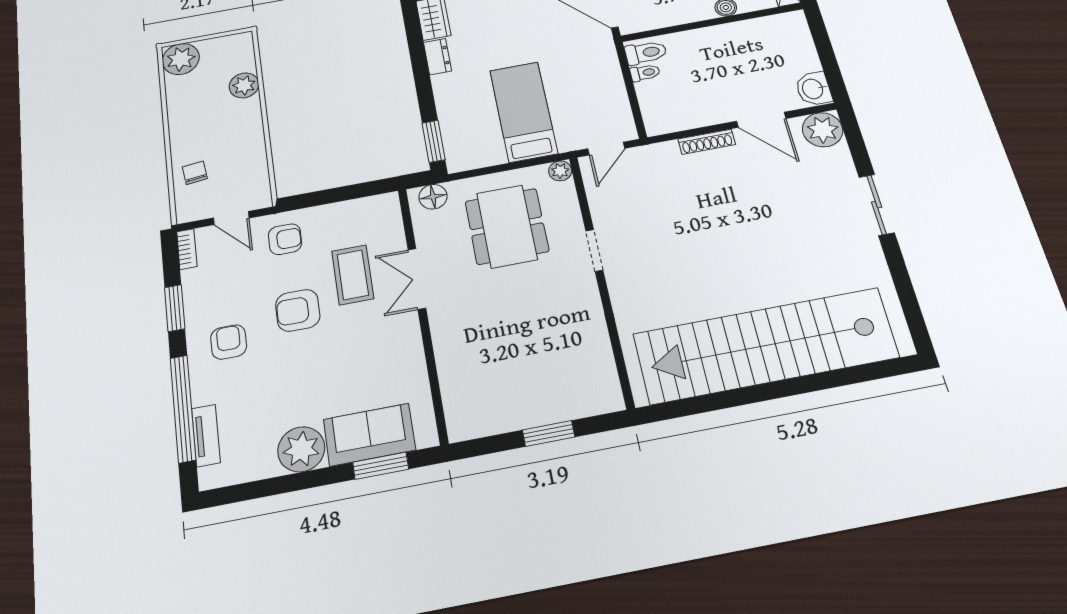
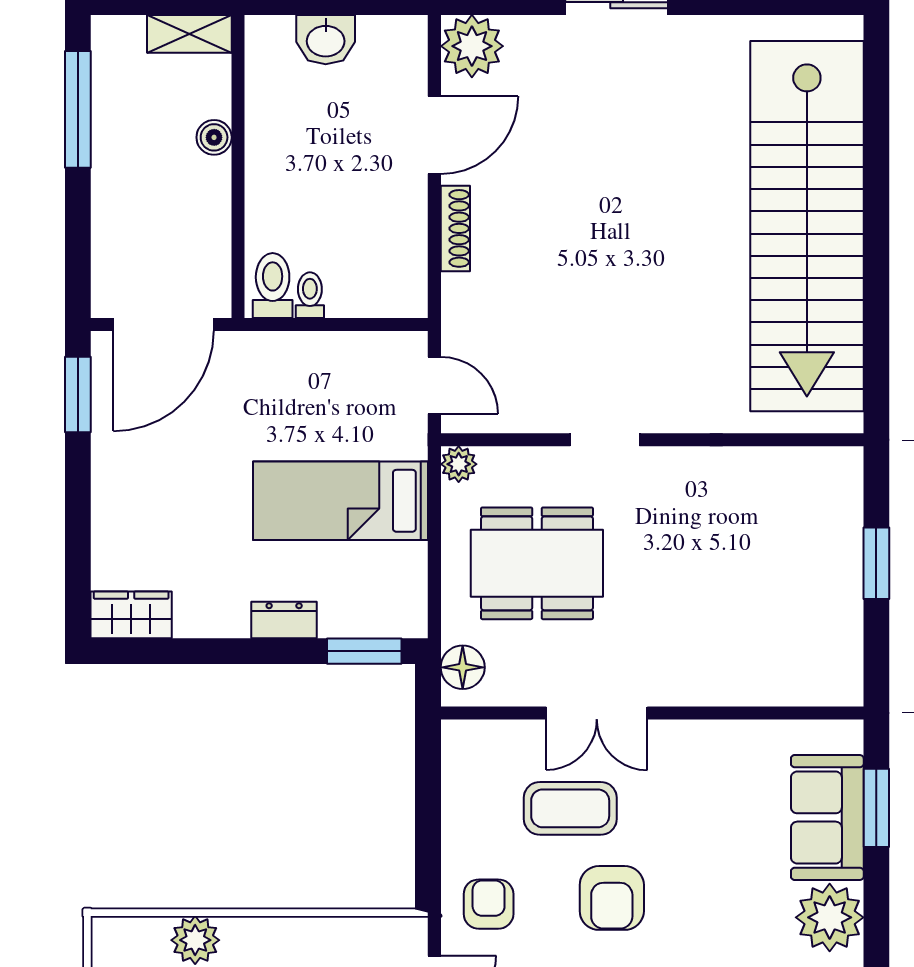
dresser: (437, 57) -> (284, 620), moved
washbasin: (813, 89) -> (326, 40), moved

